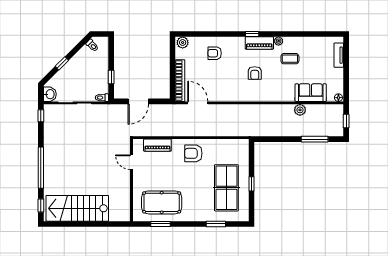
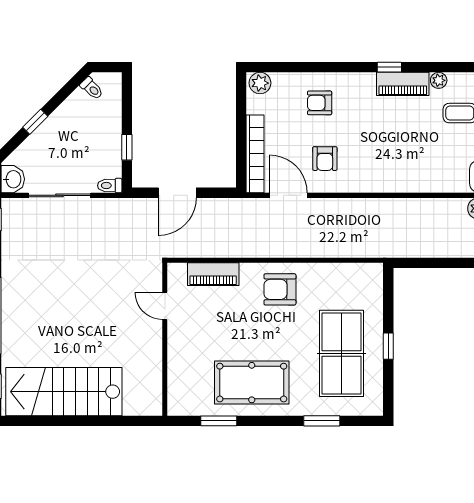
armchair: (255, 73) -> (325, 159), moved
pool table: (162, 202) -> (252, 383), moved

